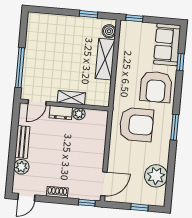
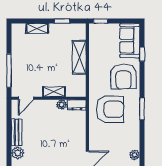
shelving: (58, 20) -> (37, 28), added
boiler: (109, 31) -> (80, 34), removed
dresser: (61, 113) -> (77, 105), moved
plant: (156, 176) -> (135, 155), width x0.53, depth x0.53

